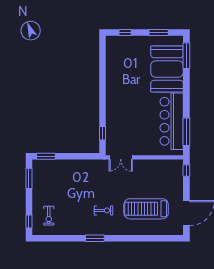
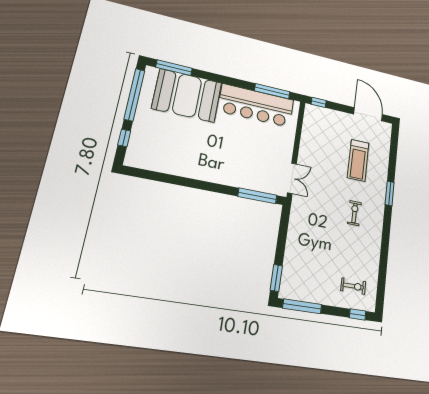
window: (159, 32) -> (134, 95), width x2.11
window: (102, 133) -> (257, 196), width x2.17
window: (29, 178) -> (302, 306), width x1.44
treadmill: (146, 209) -> (358, 160), width x0.73, depth x0.73
window: (95, 238) -> (390, 193), moved

